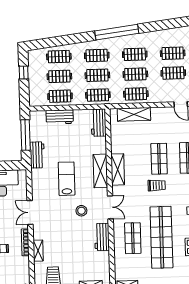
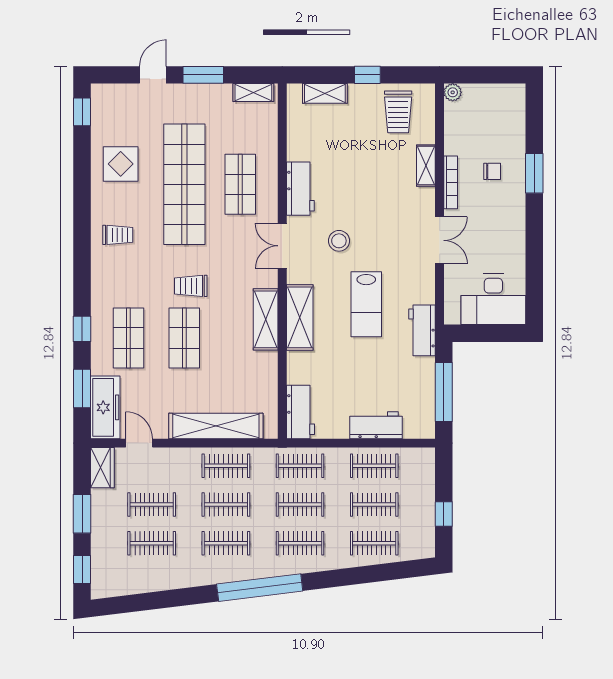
shelving: (134, 114) -> (216, 426), width x1.47
workbench: (37, 155) -> (422, 330), moved

